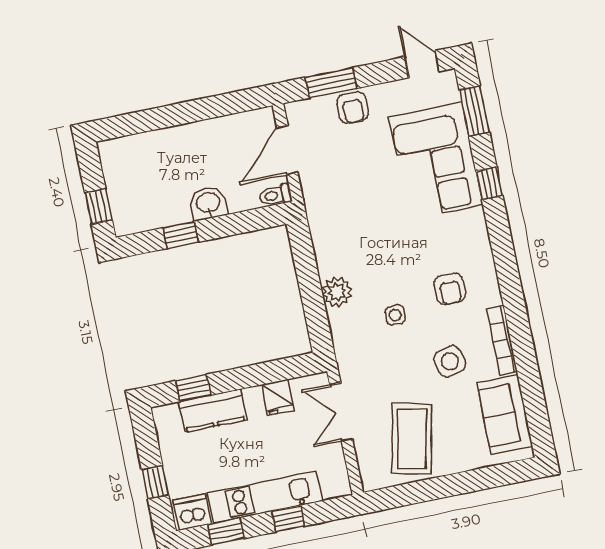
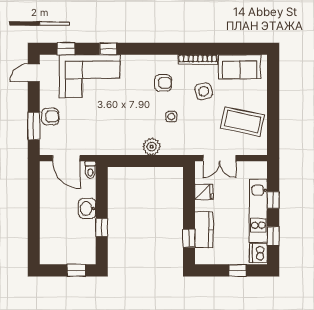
window: (474, 111) -> (66, 49), width x0.67

